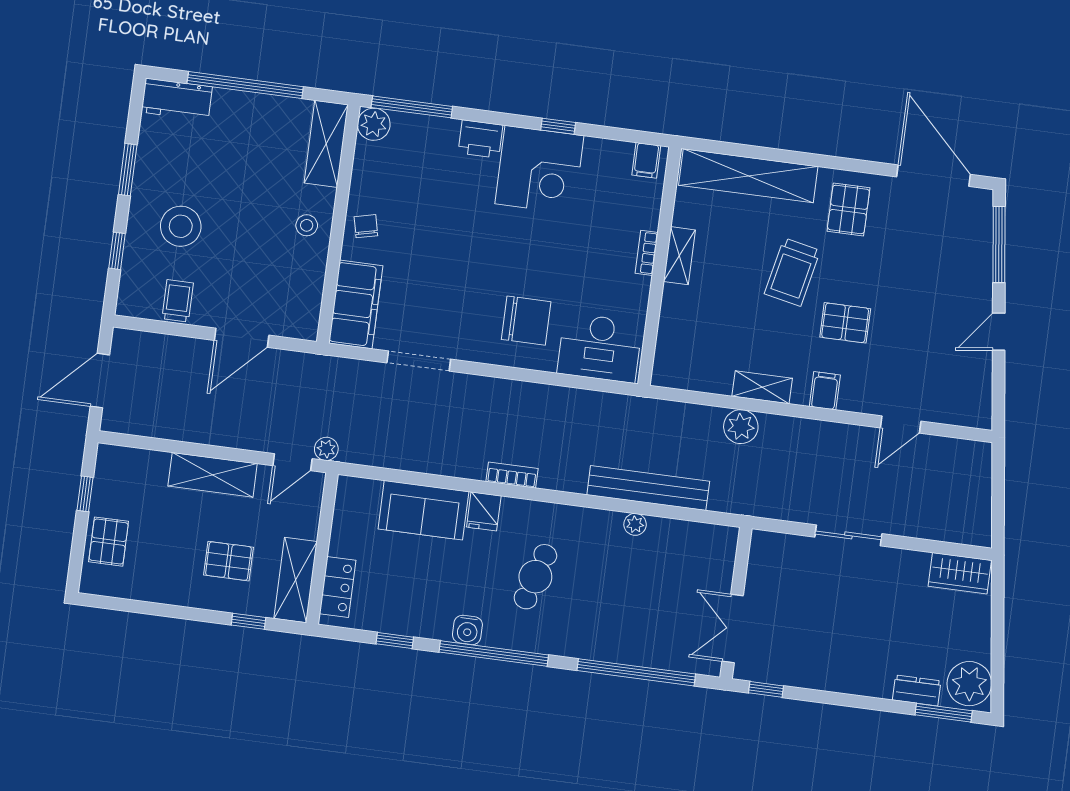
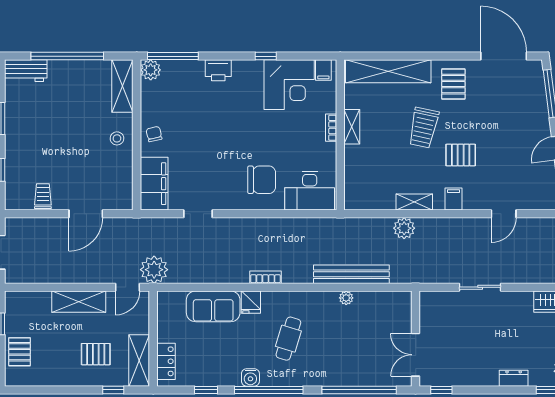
corner desk: (539, 170) -> (289, 85), moved
stool: (181, 226) -> (39, 149), removed
doorway: (419, 361) -> (198, 214), width x0.73
plant: (326, 449) -> (154, 270), width x1.87, depth x1.87
dresser: (917, 690) -> (514, 378), moved

